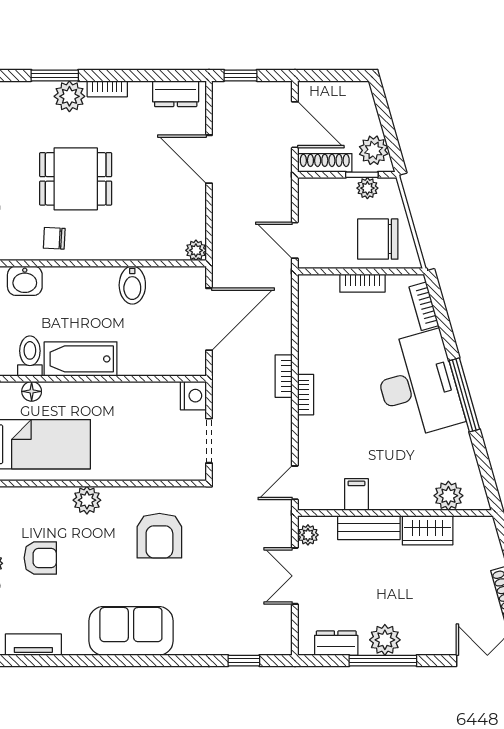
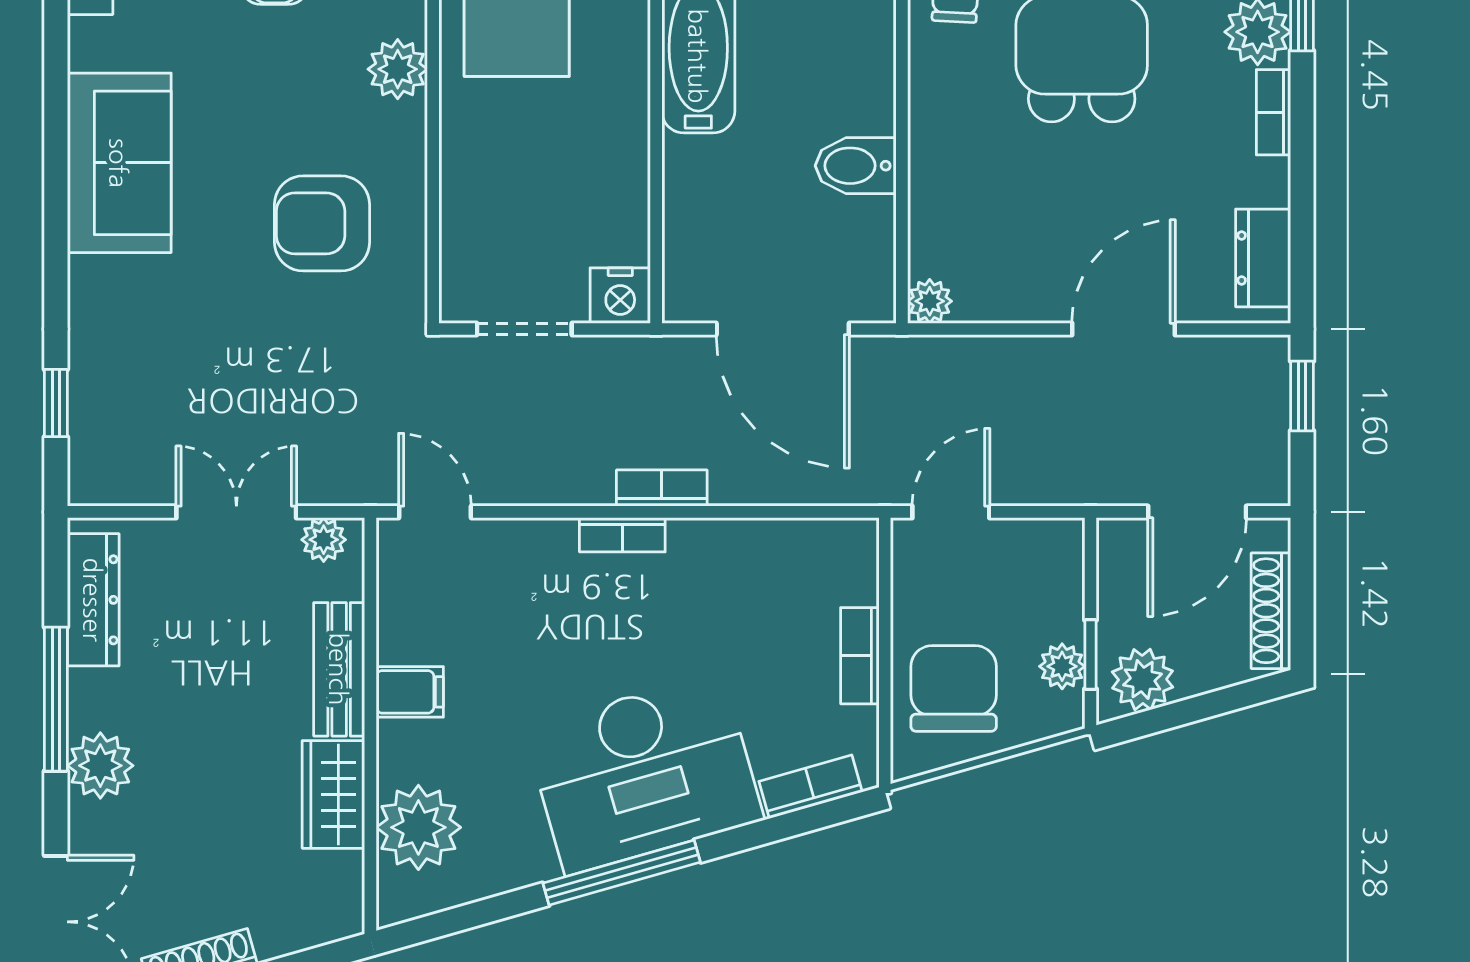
shoe rack: (325, 163) -> (1271, 611), moved, turned 180
filing cabinet: (356, 494) -> (410, 692), moved
plant: (448, 496) -> (418, 827), width x1.36, depth x1.36
plant: (385, 640) -> (100, 766), moved
dresser: (336, 643) -> (93, 600), width x1.44

